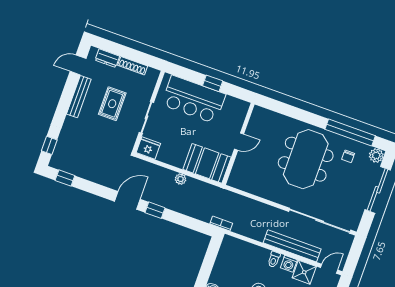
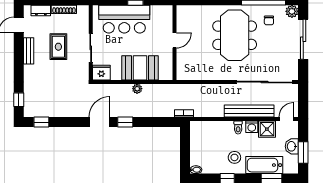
bench: (79, 97) -> (29, 51), width x0.73
booth: (207, 163) -> (140, 68), moved

